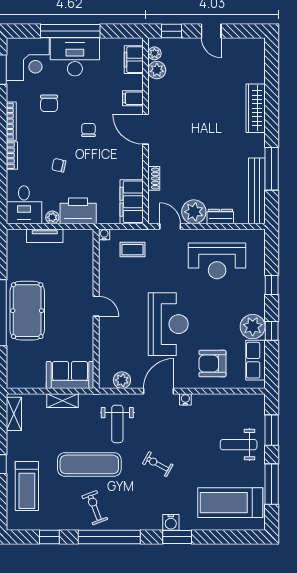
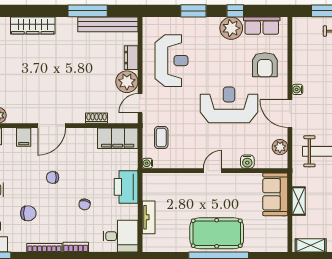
plant: (52, 217) -> (132, 210), removed
window: (272, 285) -> (193, 11), width x1.50
water cooler: (106, 344) -> (247, 162), added

